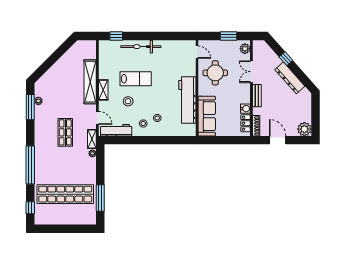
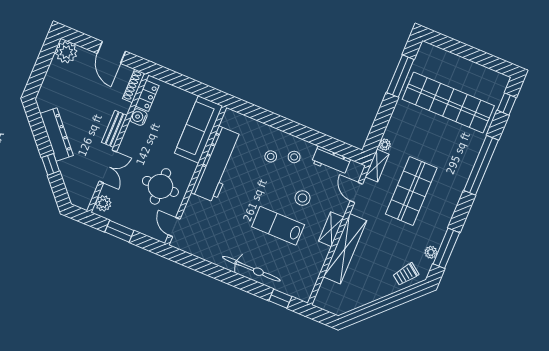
trolley: (48, 82) -> (406, 274), added
workbench: (116, 130) -> (331, 161), width x0.73
shop shelf: (65, 132) -> (411, 191), width x1.43, depth x1.36

